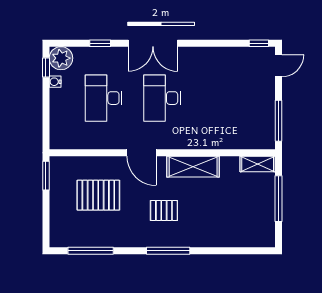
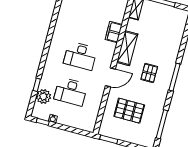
double door: (153, 43) -> (45, 53), removed
plant: (61, 58) -> (43, 96), moved
filing cabinet: (212, 139) -> (114, 32), added
pallet: (98, 195) -> (129, 111), turned 90

